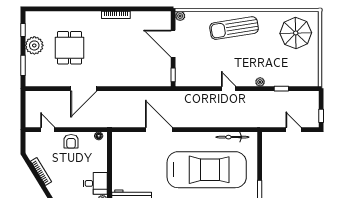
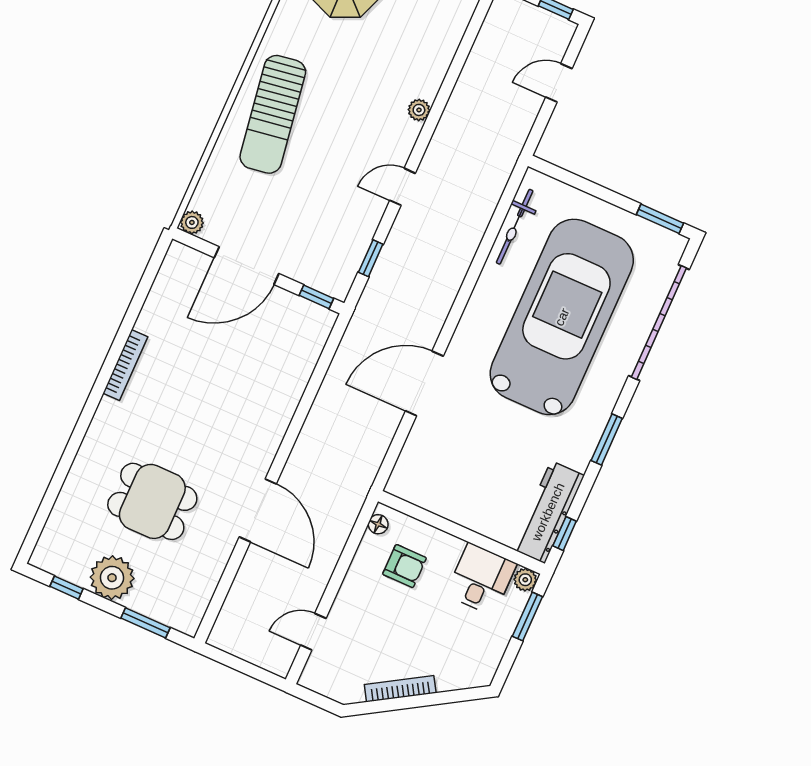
window: (281, 89) -> (371, 258), moved
armchair: (71, 141) -> (404, 566), moved

